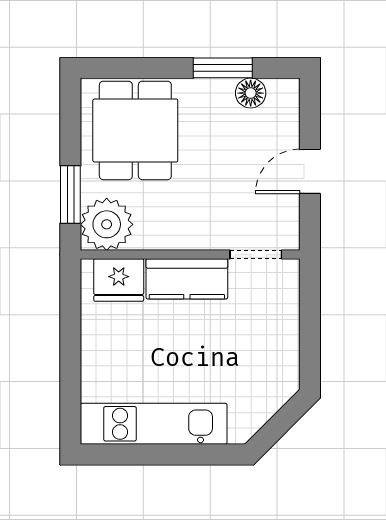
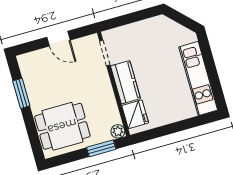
floor lamp: (251, 93) -> (29, 77), removed
plant: (107, 224) -> (118, 131), width x0.53, depth x0.53

